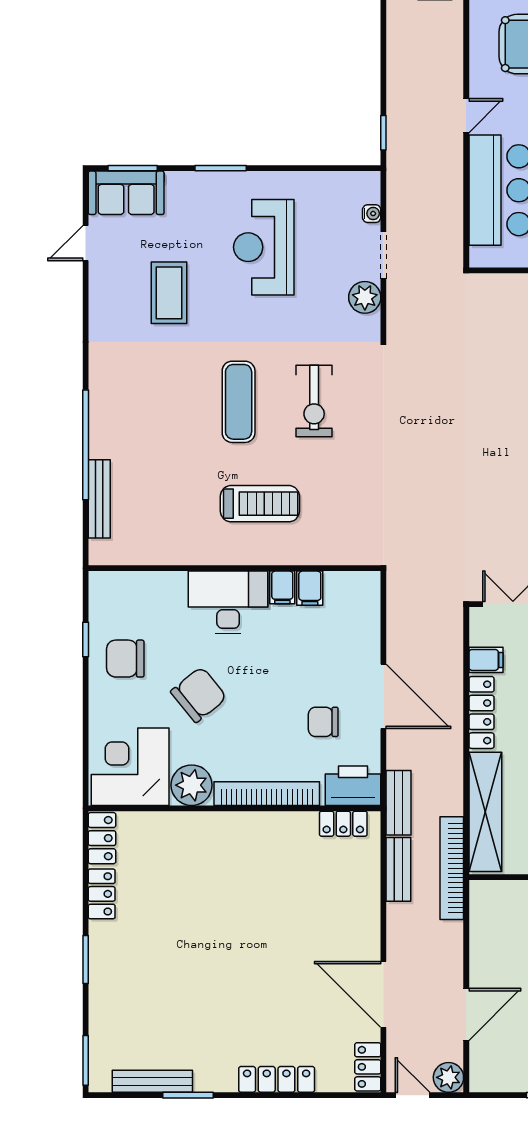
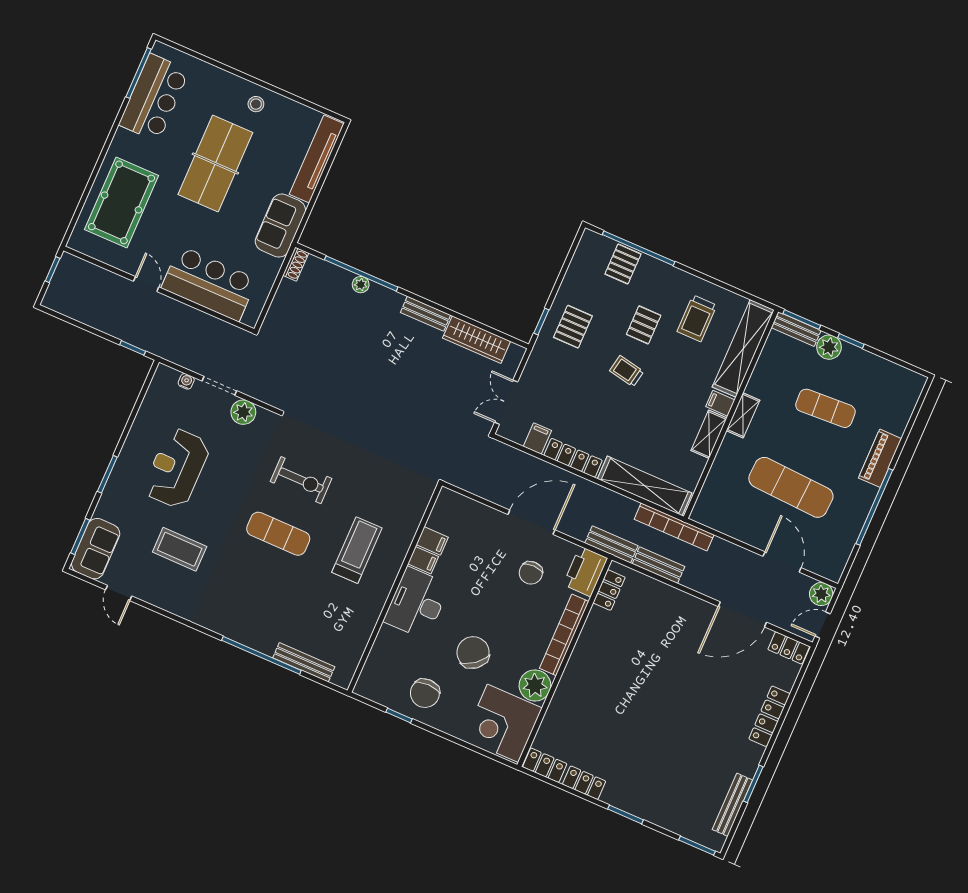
reception desk: (264, 247) -> (177, 468), turned 90

